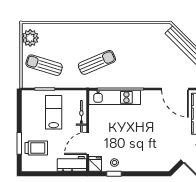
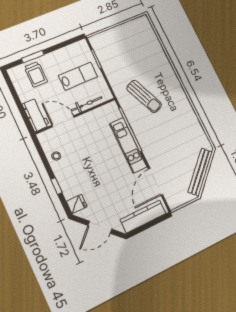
plant: (30, 38) -> (137, 27), removed
sun lounger: (44, 65) -> (118, 49), removed
kitchen unit: (115, 97) -> (128, 145), moved
fridge: (95, 164) -> (77, 204), moved
window: (114, 174) -> (56, 186), moved

